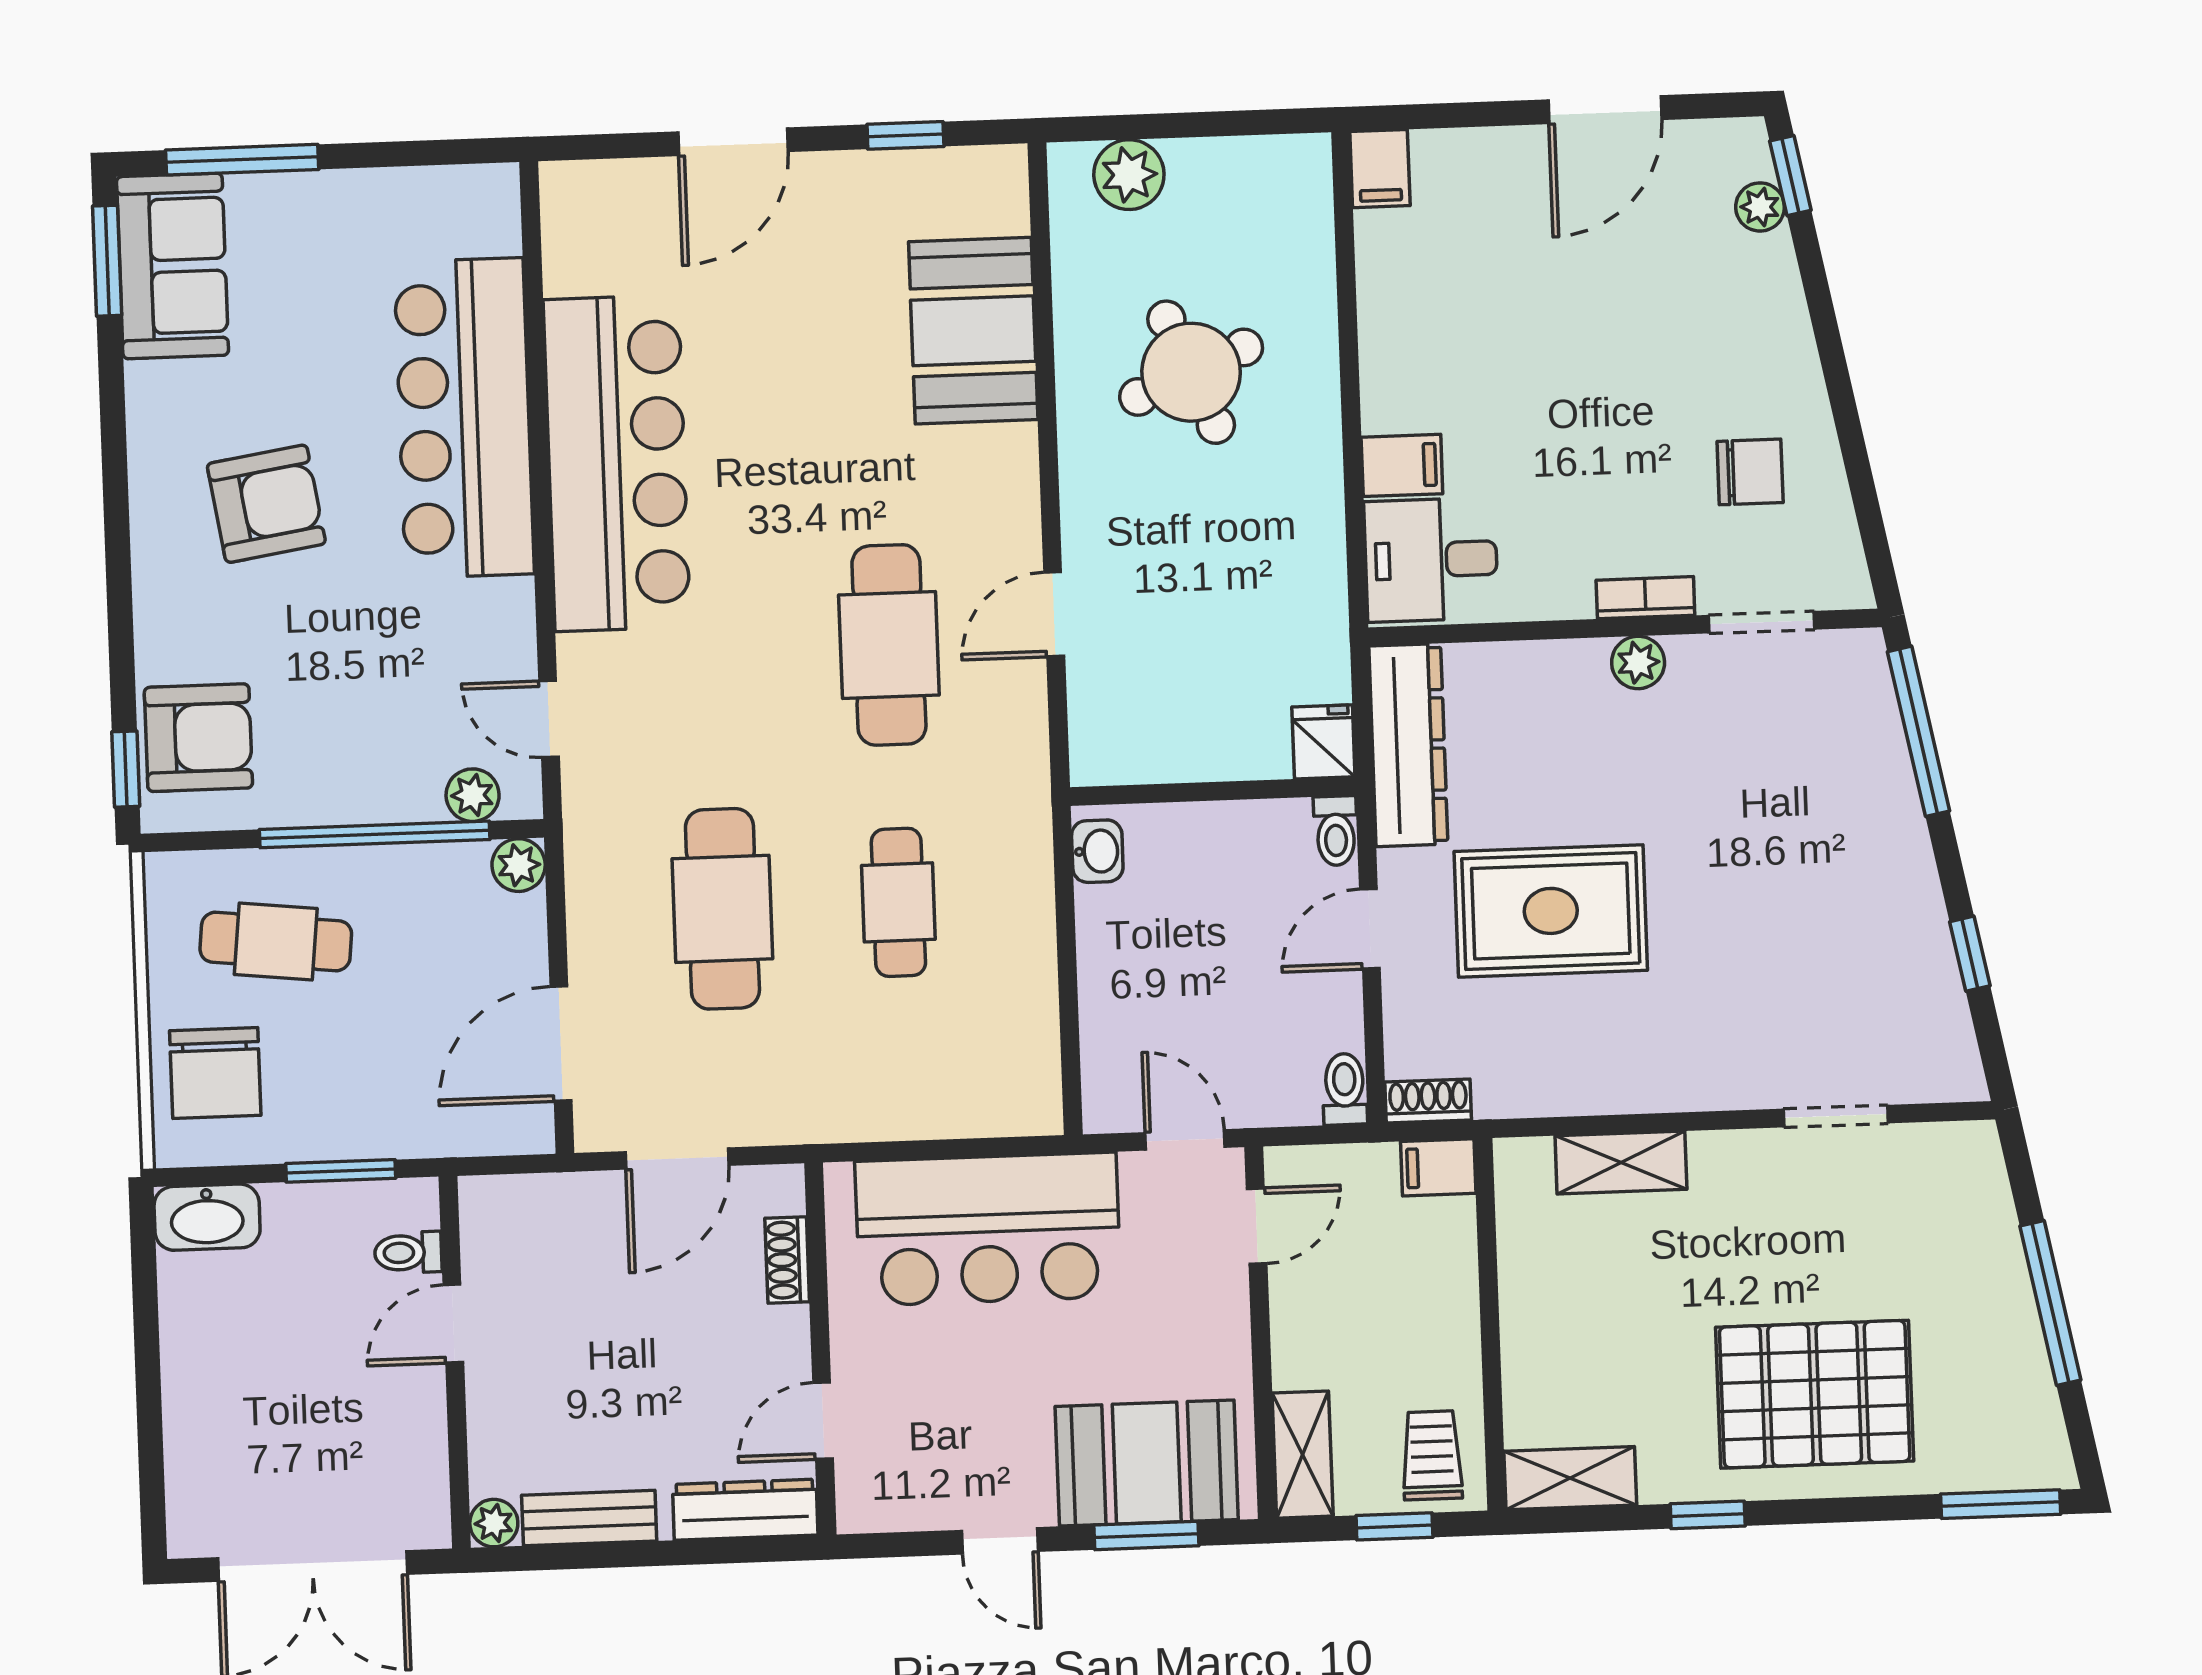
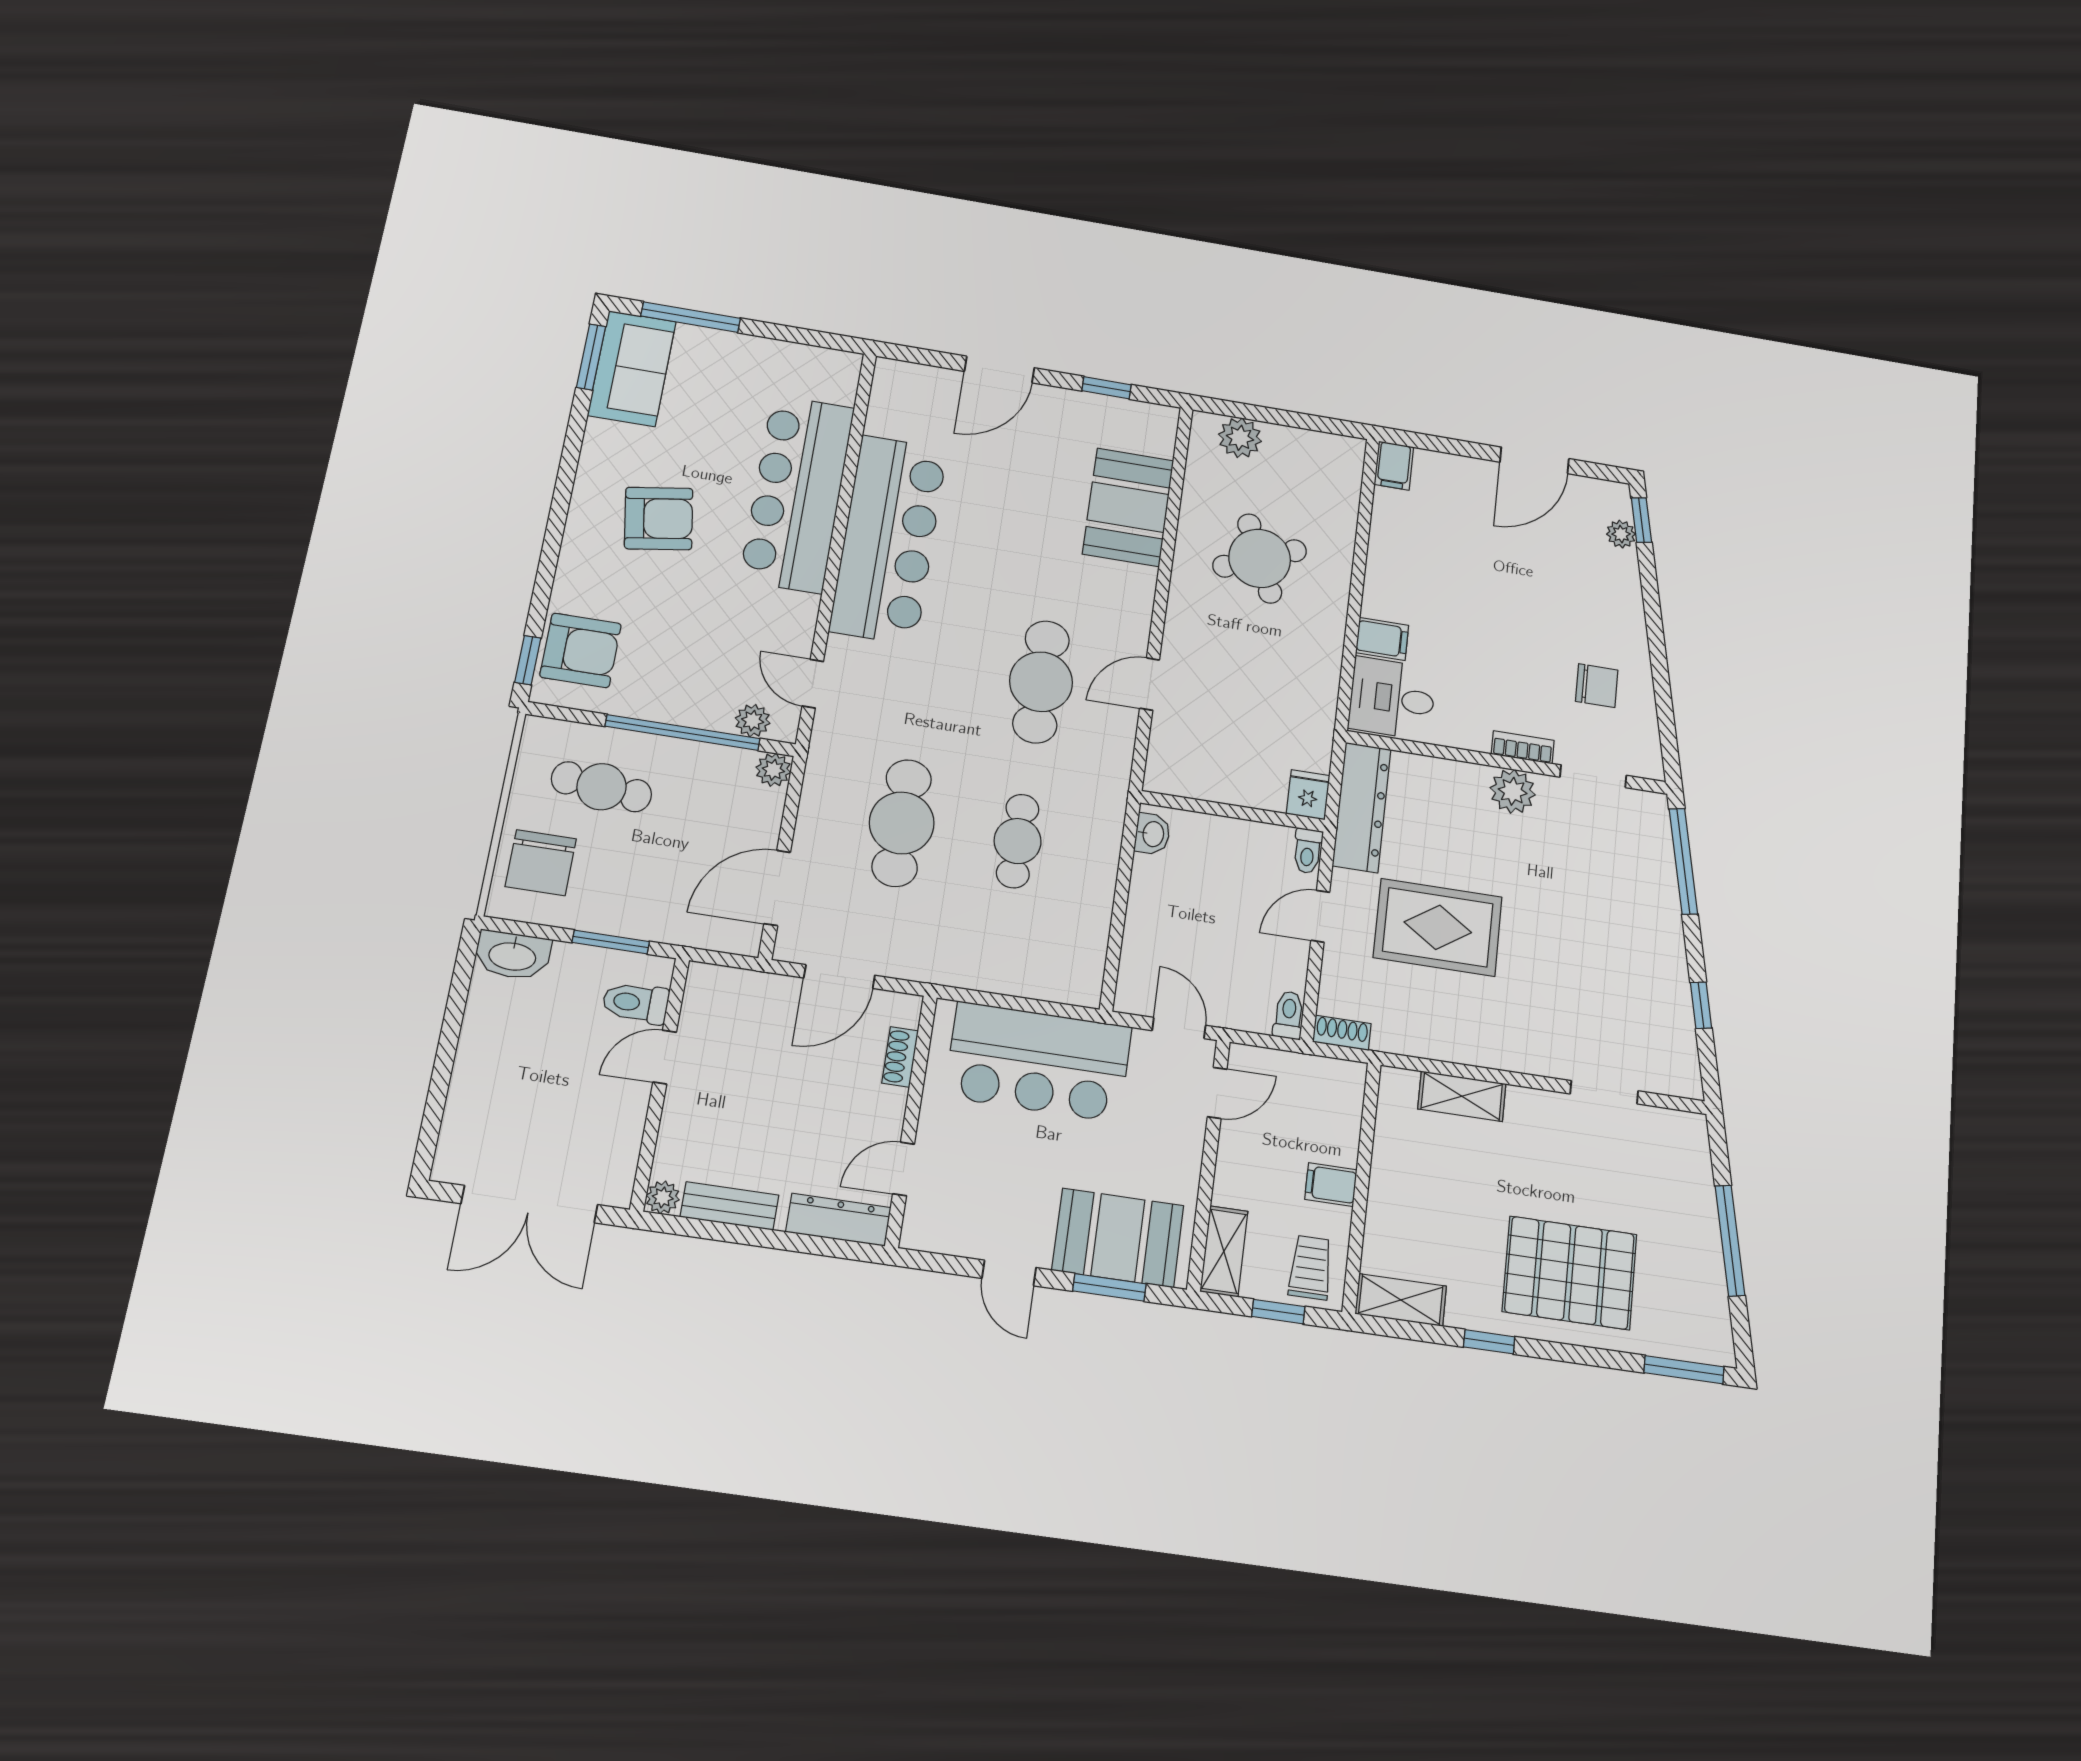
plant: (1638, 662) -> (1513, 791), width x1.38, depth x1.38
filing cabinet: (1438, 1167) -> (1331, 1185), moved
toilet: (408, 1253) -> (636, 1003), width x1.37, depth x1.39

